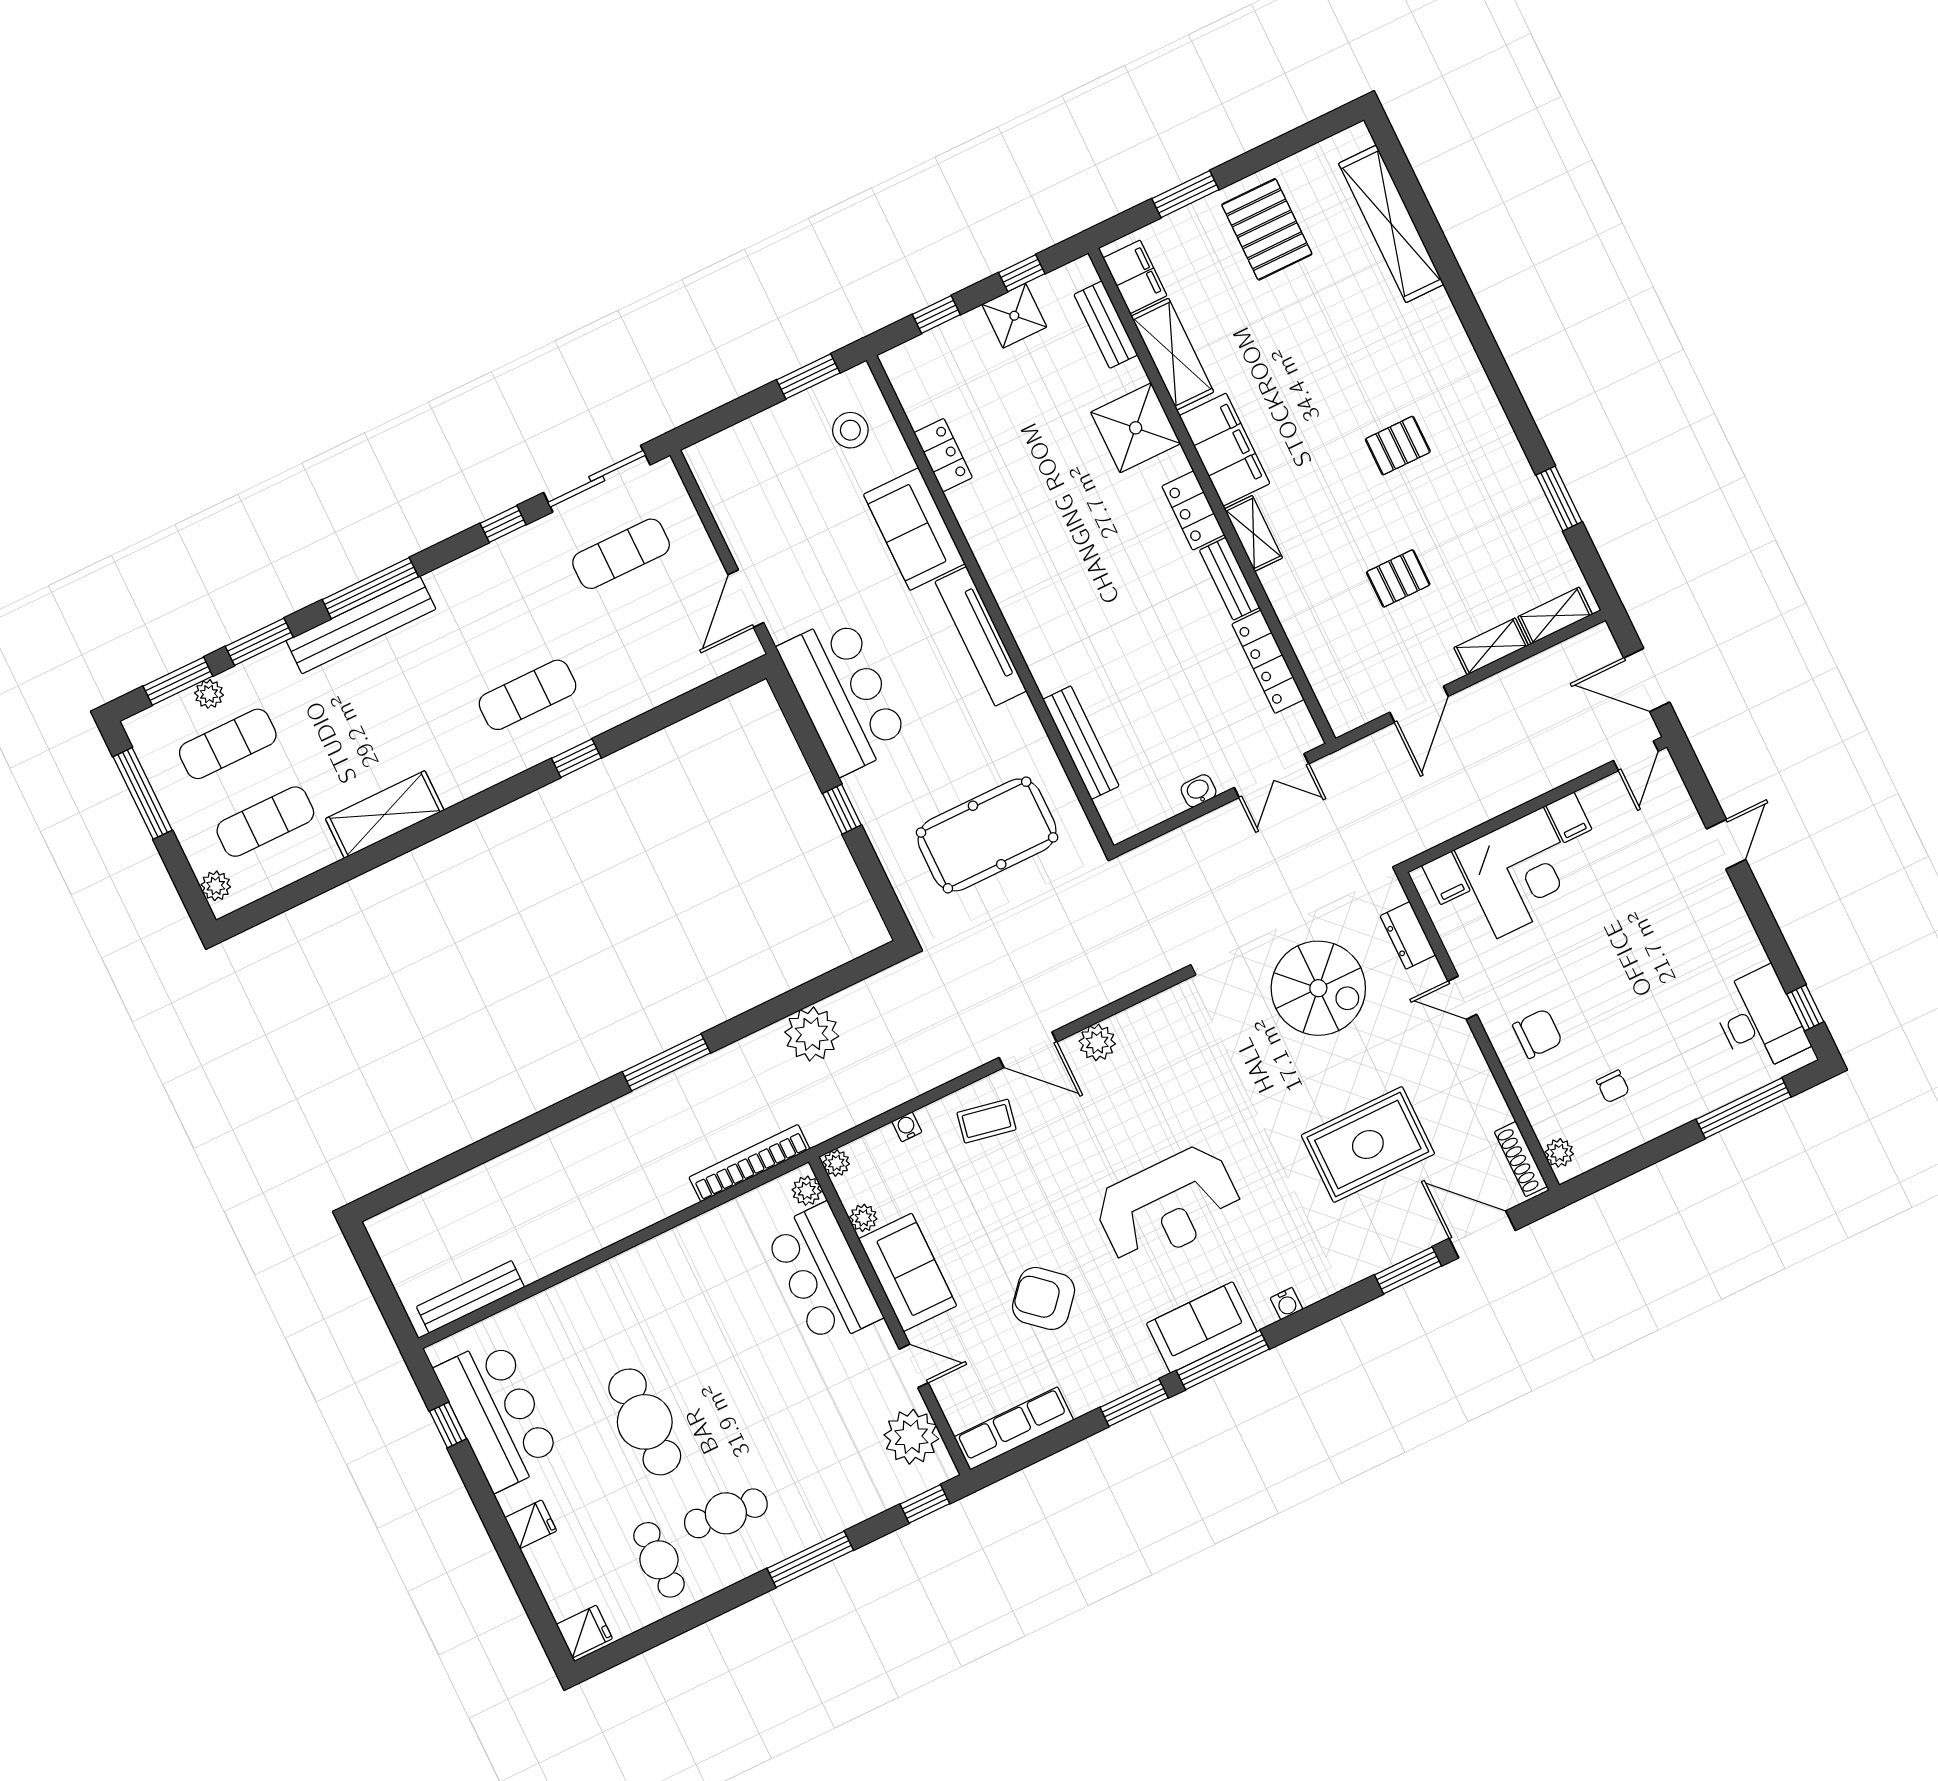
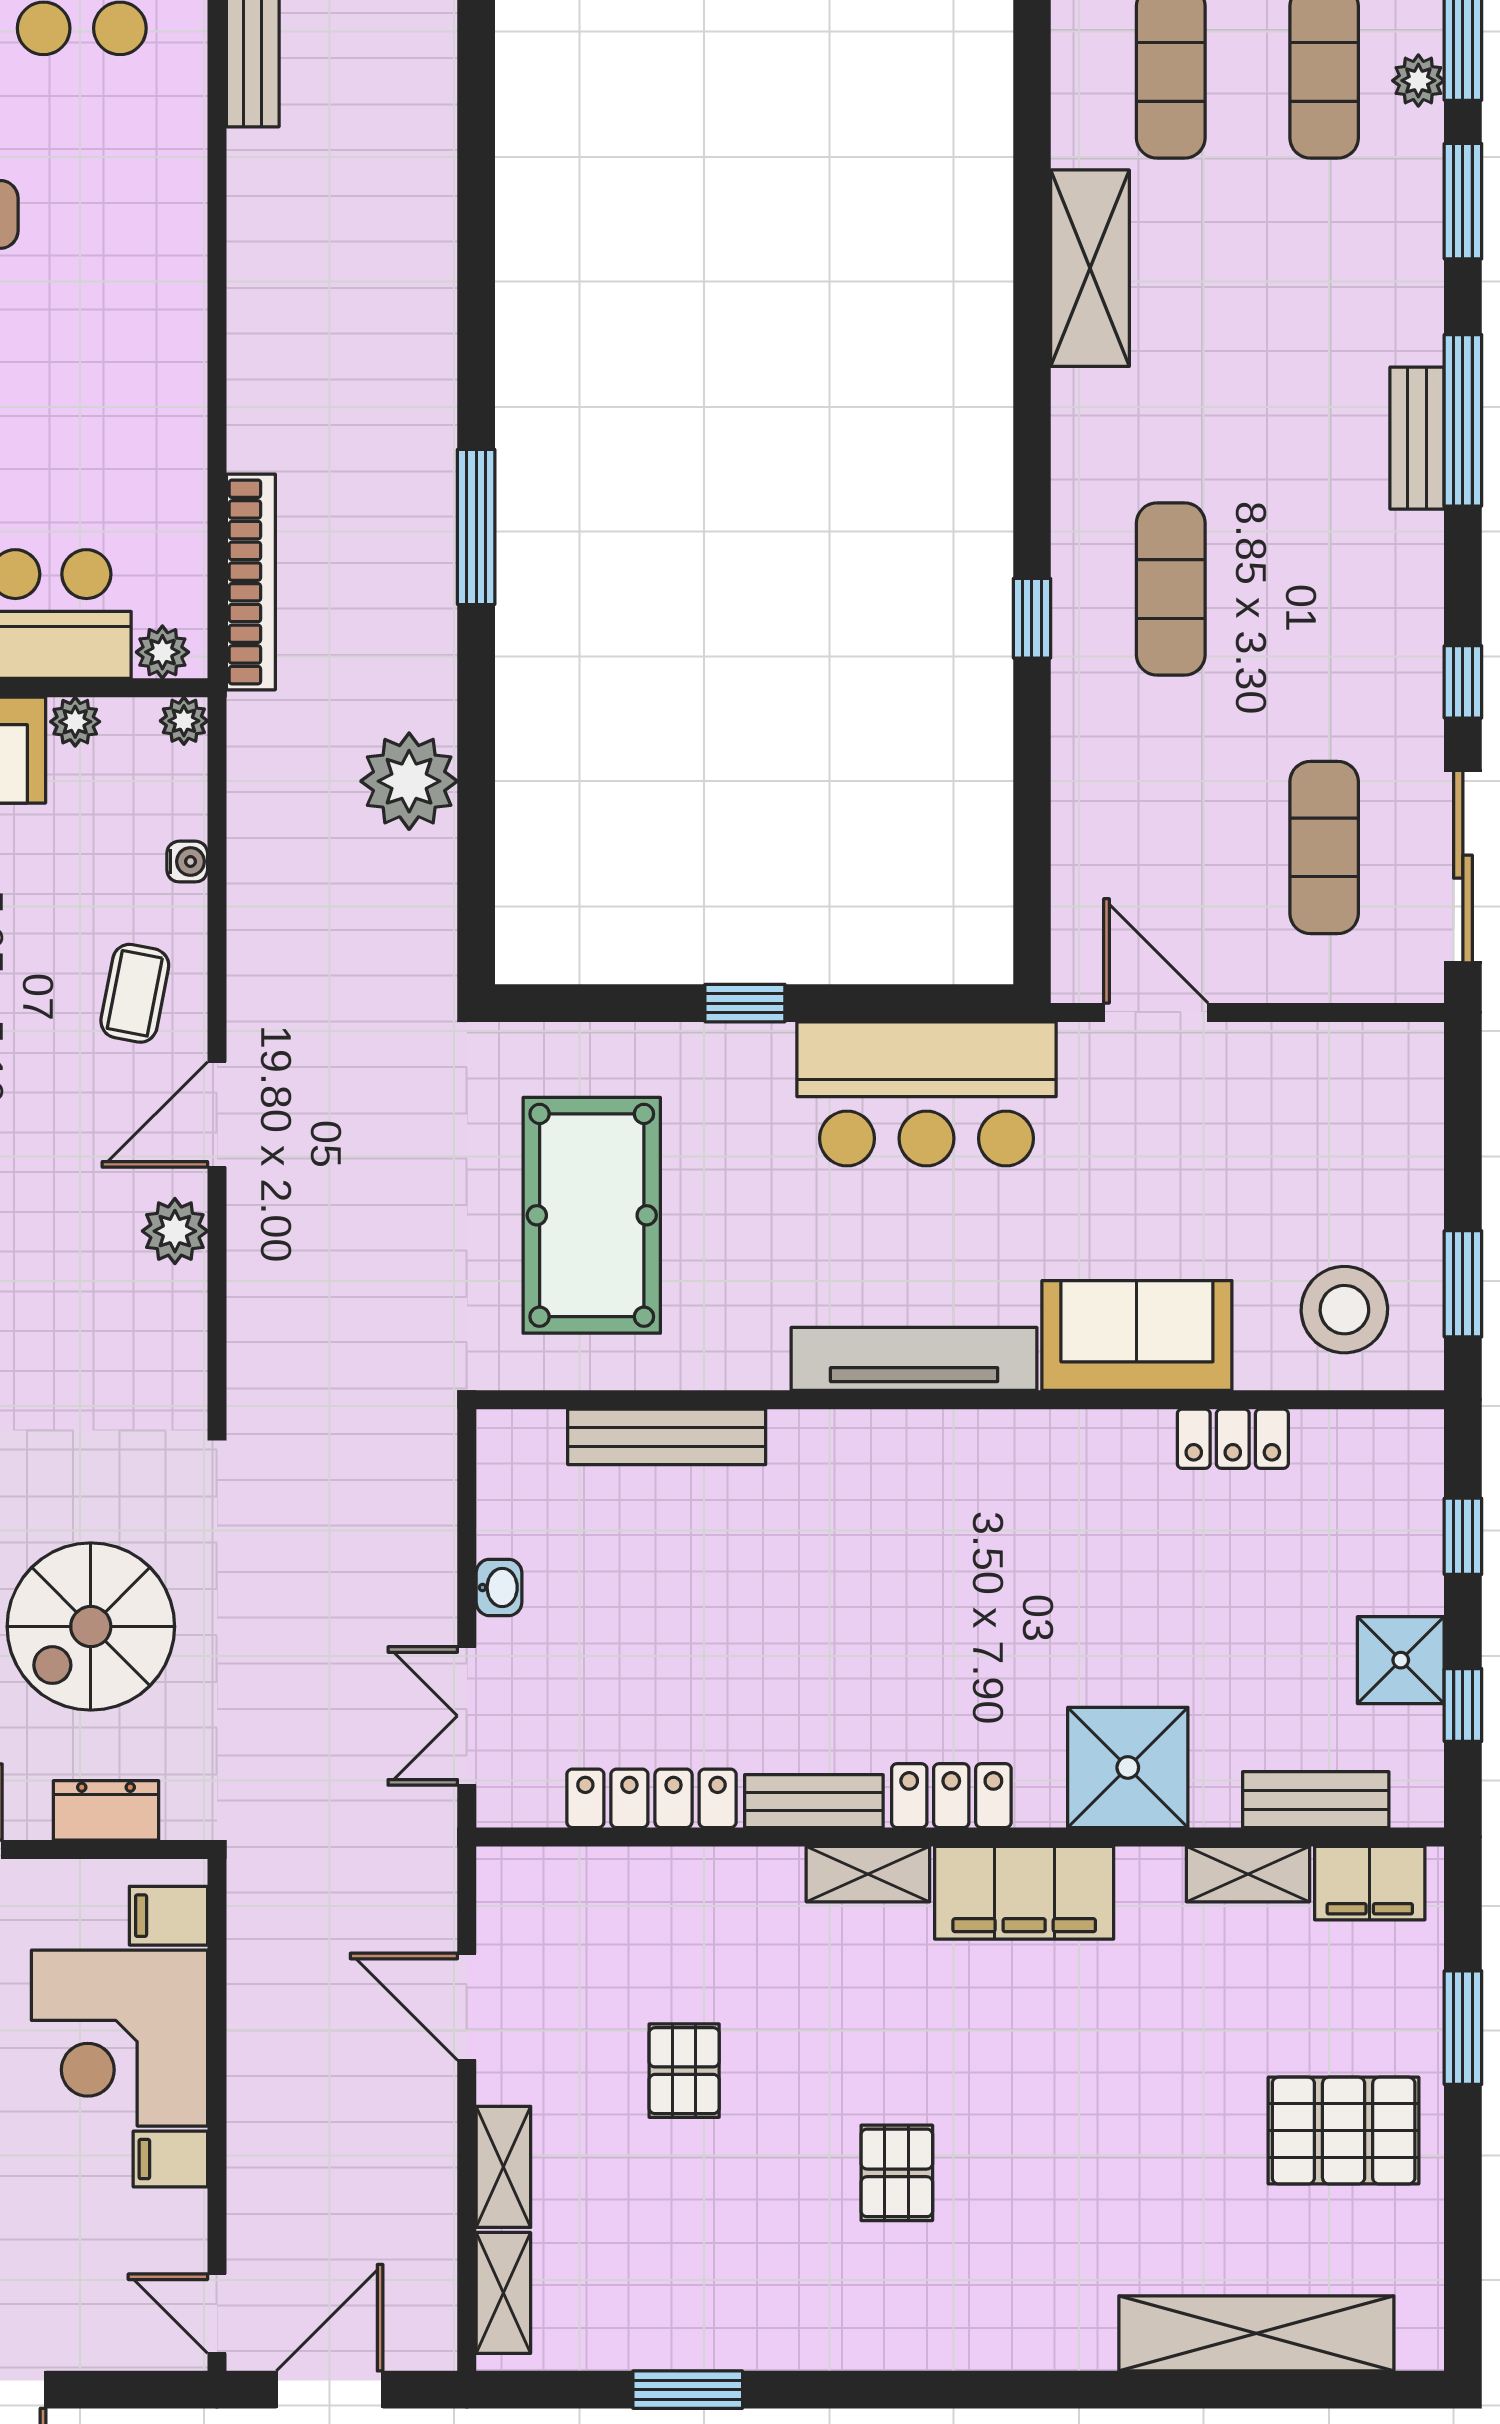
shelving: (1172, 354) -> (1248, 1874), width x0.67, depth x0.75
stool: (850, 430) -> (1344, 1310), width x1.38, depth x1.38
bench: (361, 625) -> (1417, 438), width x0.54, depth x0.82

